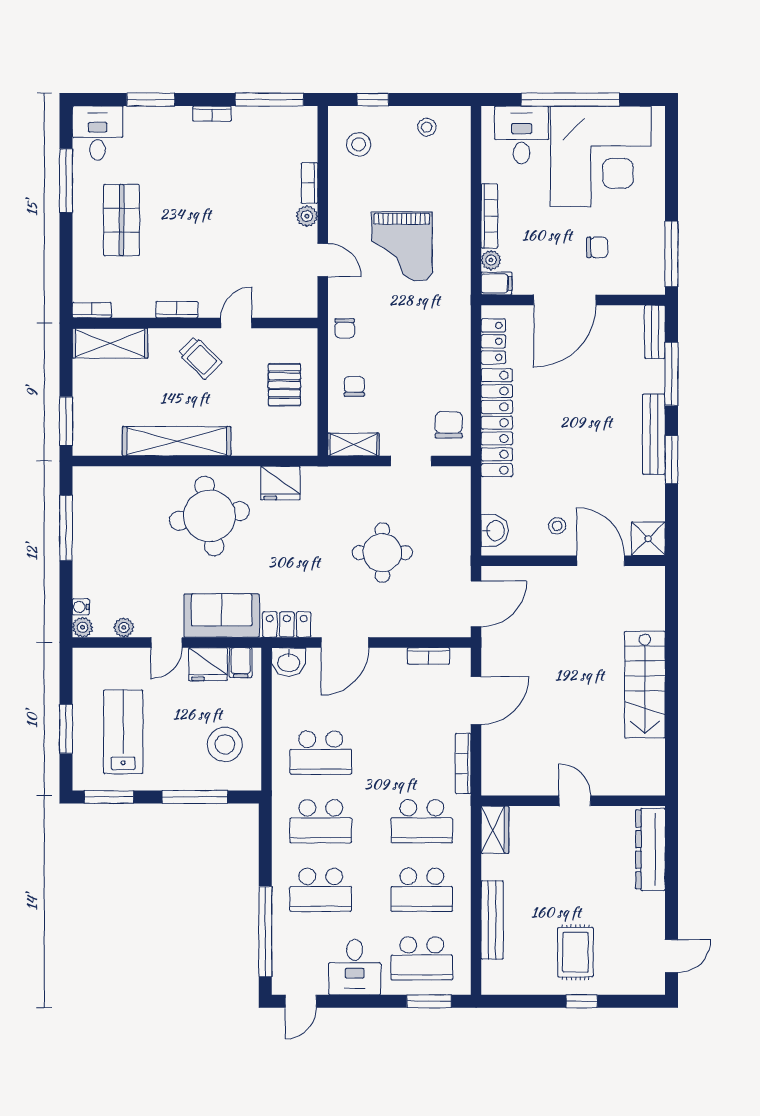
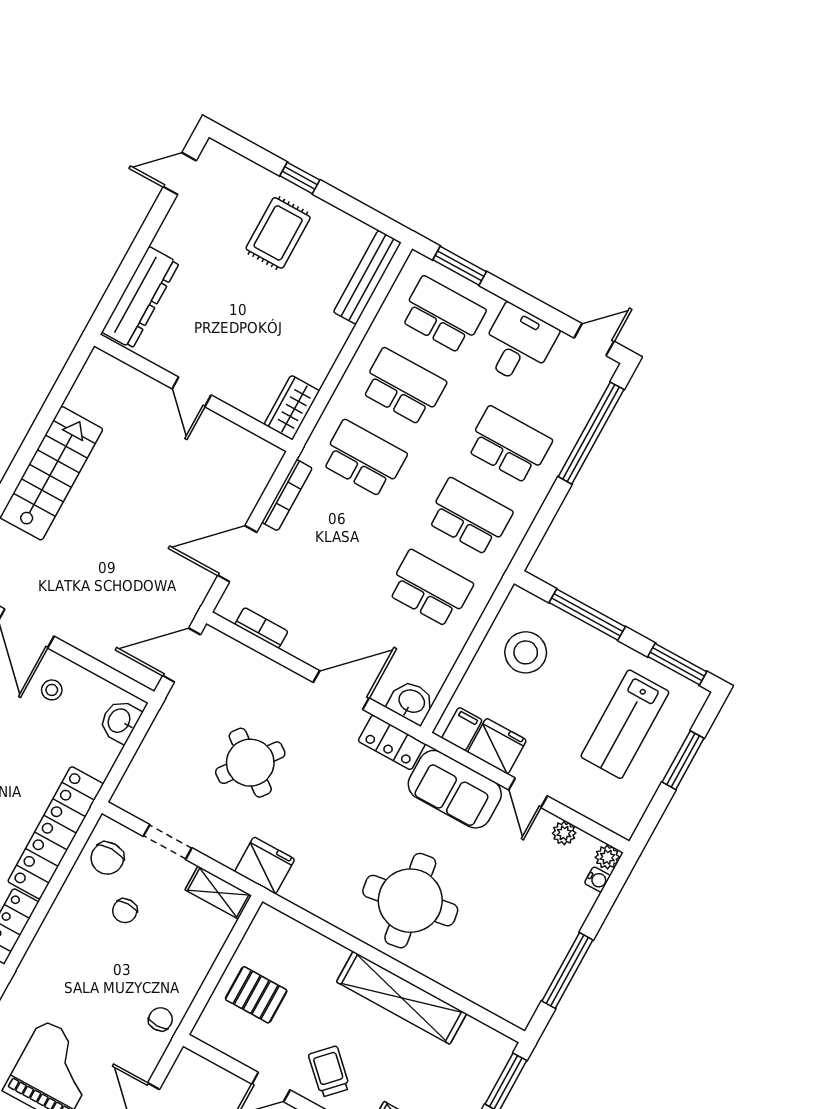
pallet: (284, 385) -> (256, 995), turned 90
chair: (354, 386) -> (125, 911), moved
fridge: (280, 483) -> (265, 865), moved
round table: (382, 553) -> (250, 763), turned 37
door: (166, 642) -> (528, 793), swing flipped
bench: (492, 920) -> (367, 277), moved

